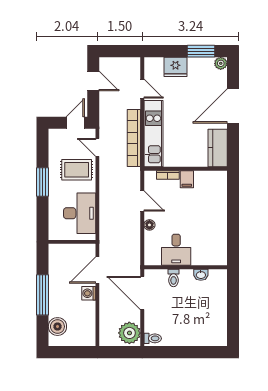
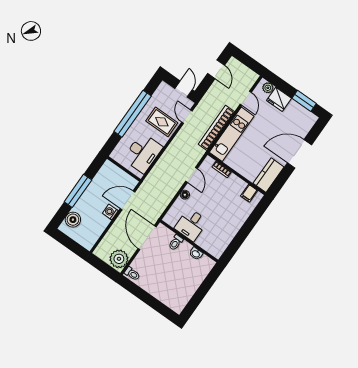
plant: (221, 63) -> (268, 88), moved
door: (75, 123) -> (184, 89), hinge flipped
filing cabinet: (187, 179) -> (249, 193), moved
window: (43, 182) -> (133, 114), width x2.11

